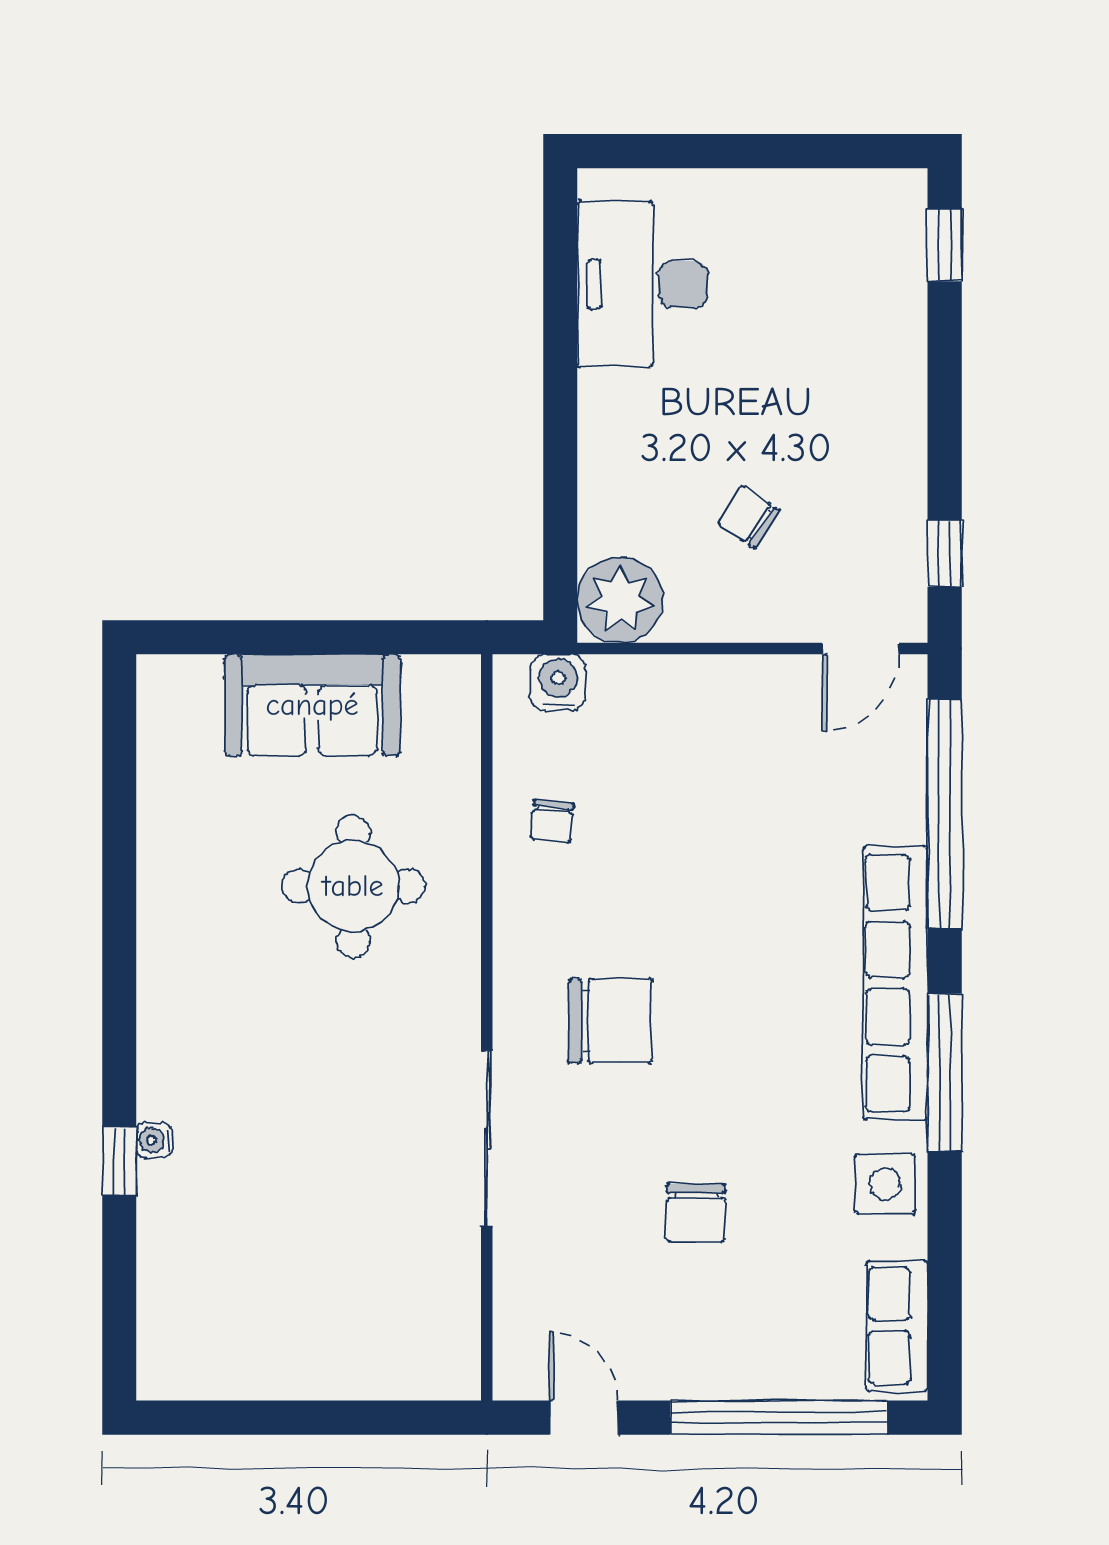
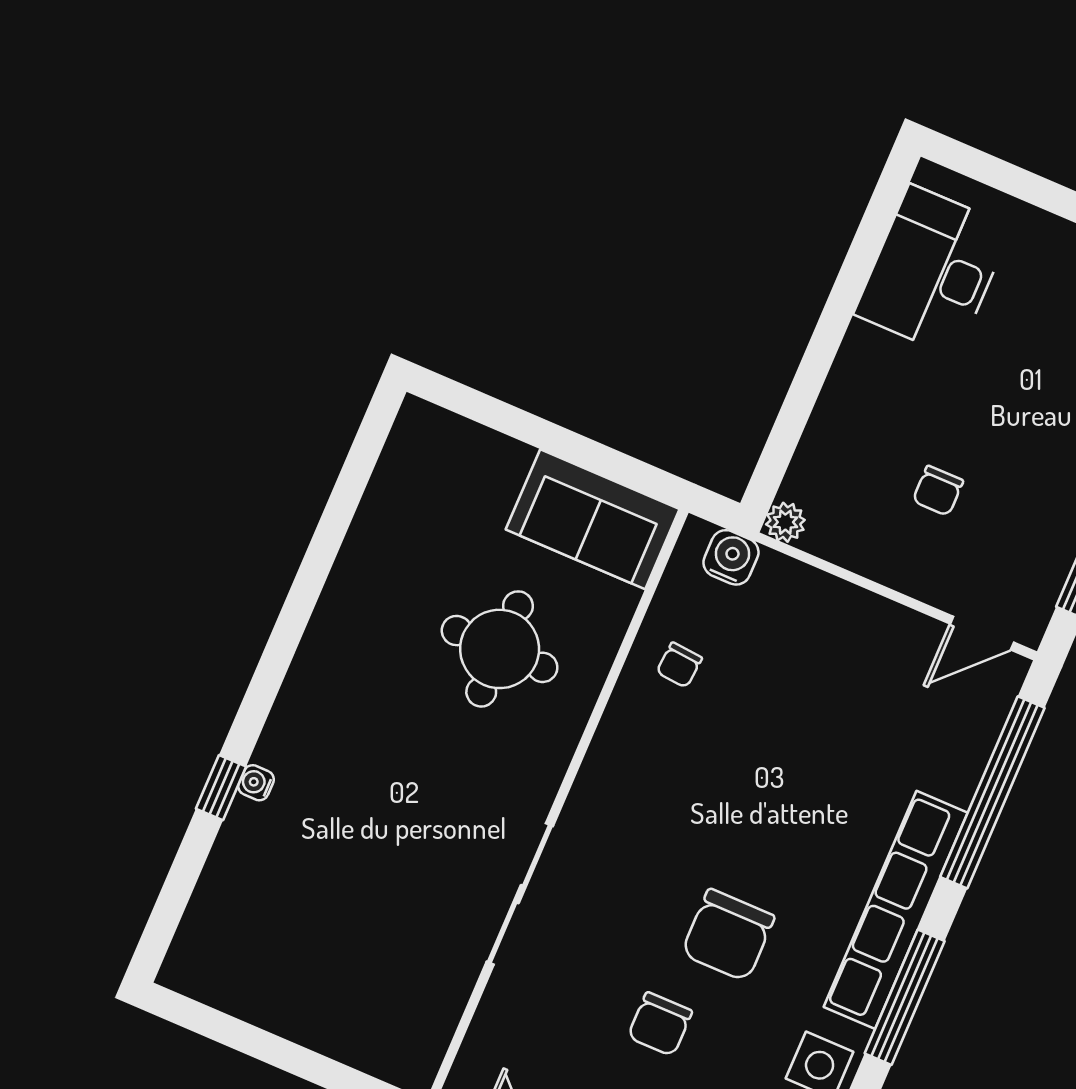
chair: (749, 517) -> (938, 491), turned -124
plant: (620, 600) -> (785, 522), width x0.53, depth x0.53
sofa: (312, 705) -> (593, 519), moved
chair: (610, 1021) -> (728, 935), moved, turned 90

